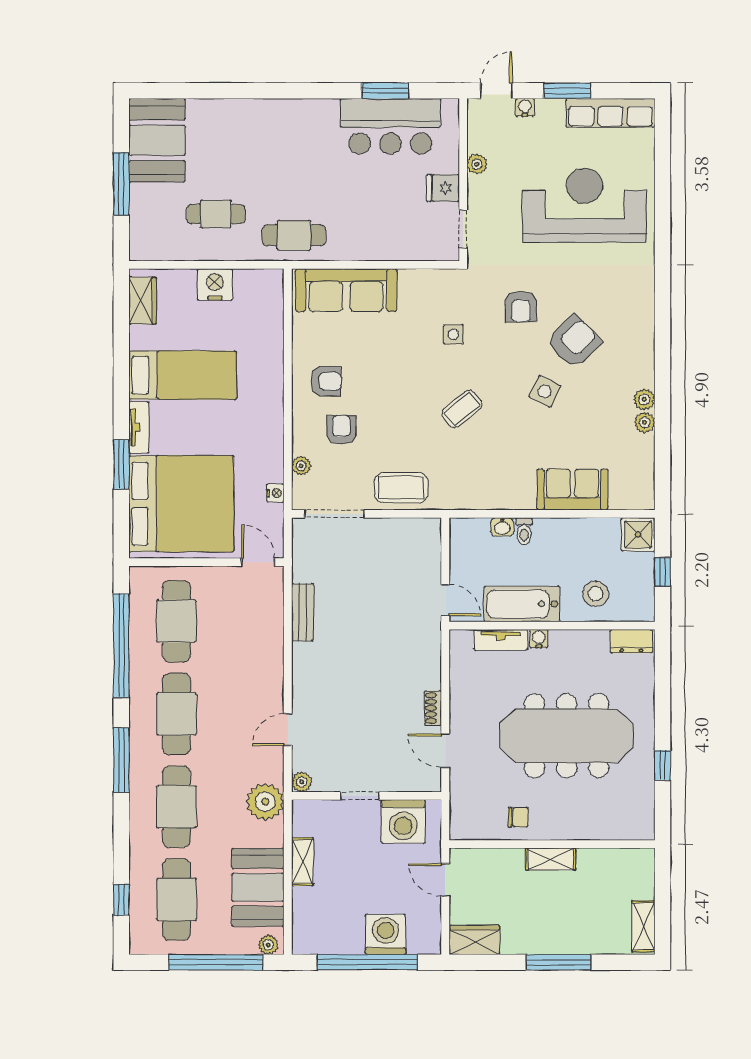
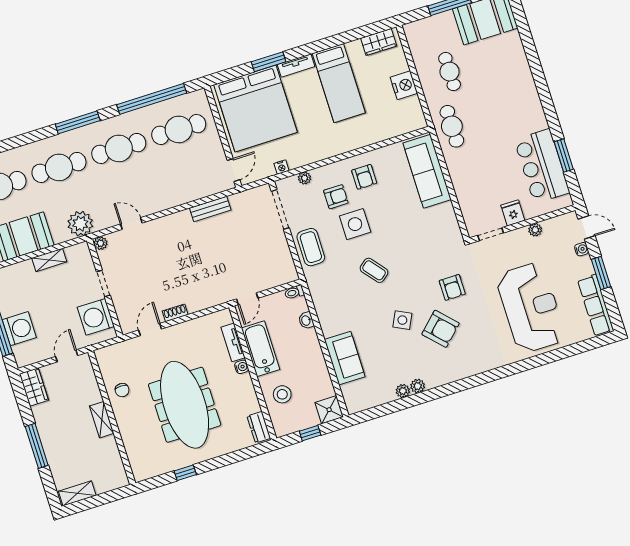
armchair: (521, 307) -> (452, 287), turned -90
side table: (453, 334) -> (355, 224), moved, width x1.87, depth x1.87
toilet: (524, 531) -> (294, 292), moved

